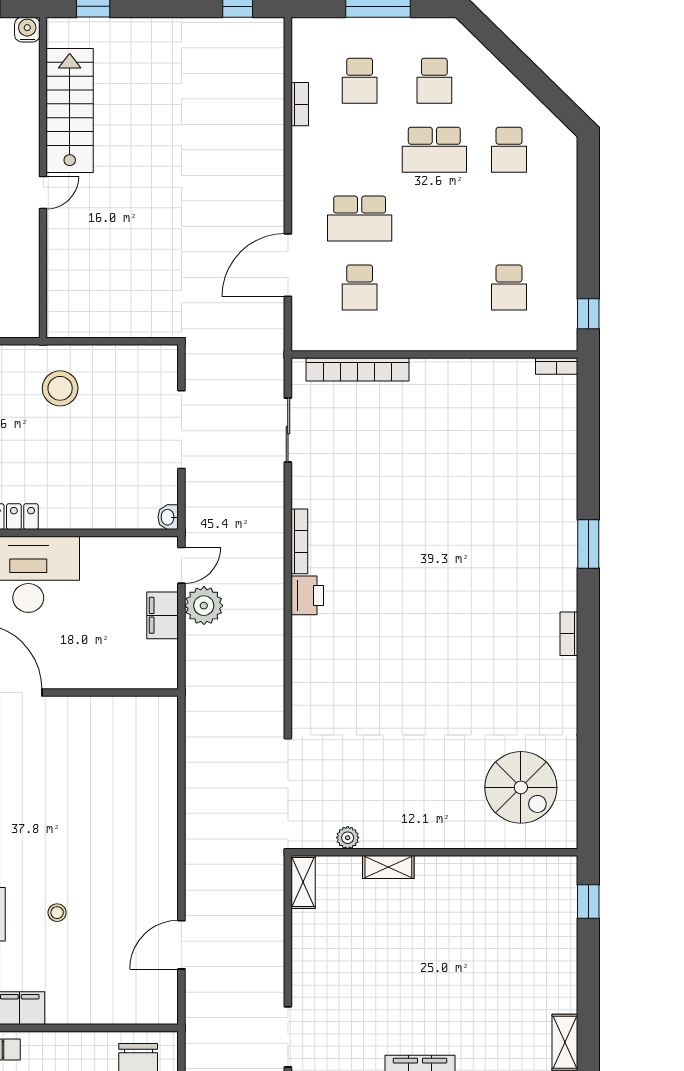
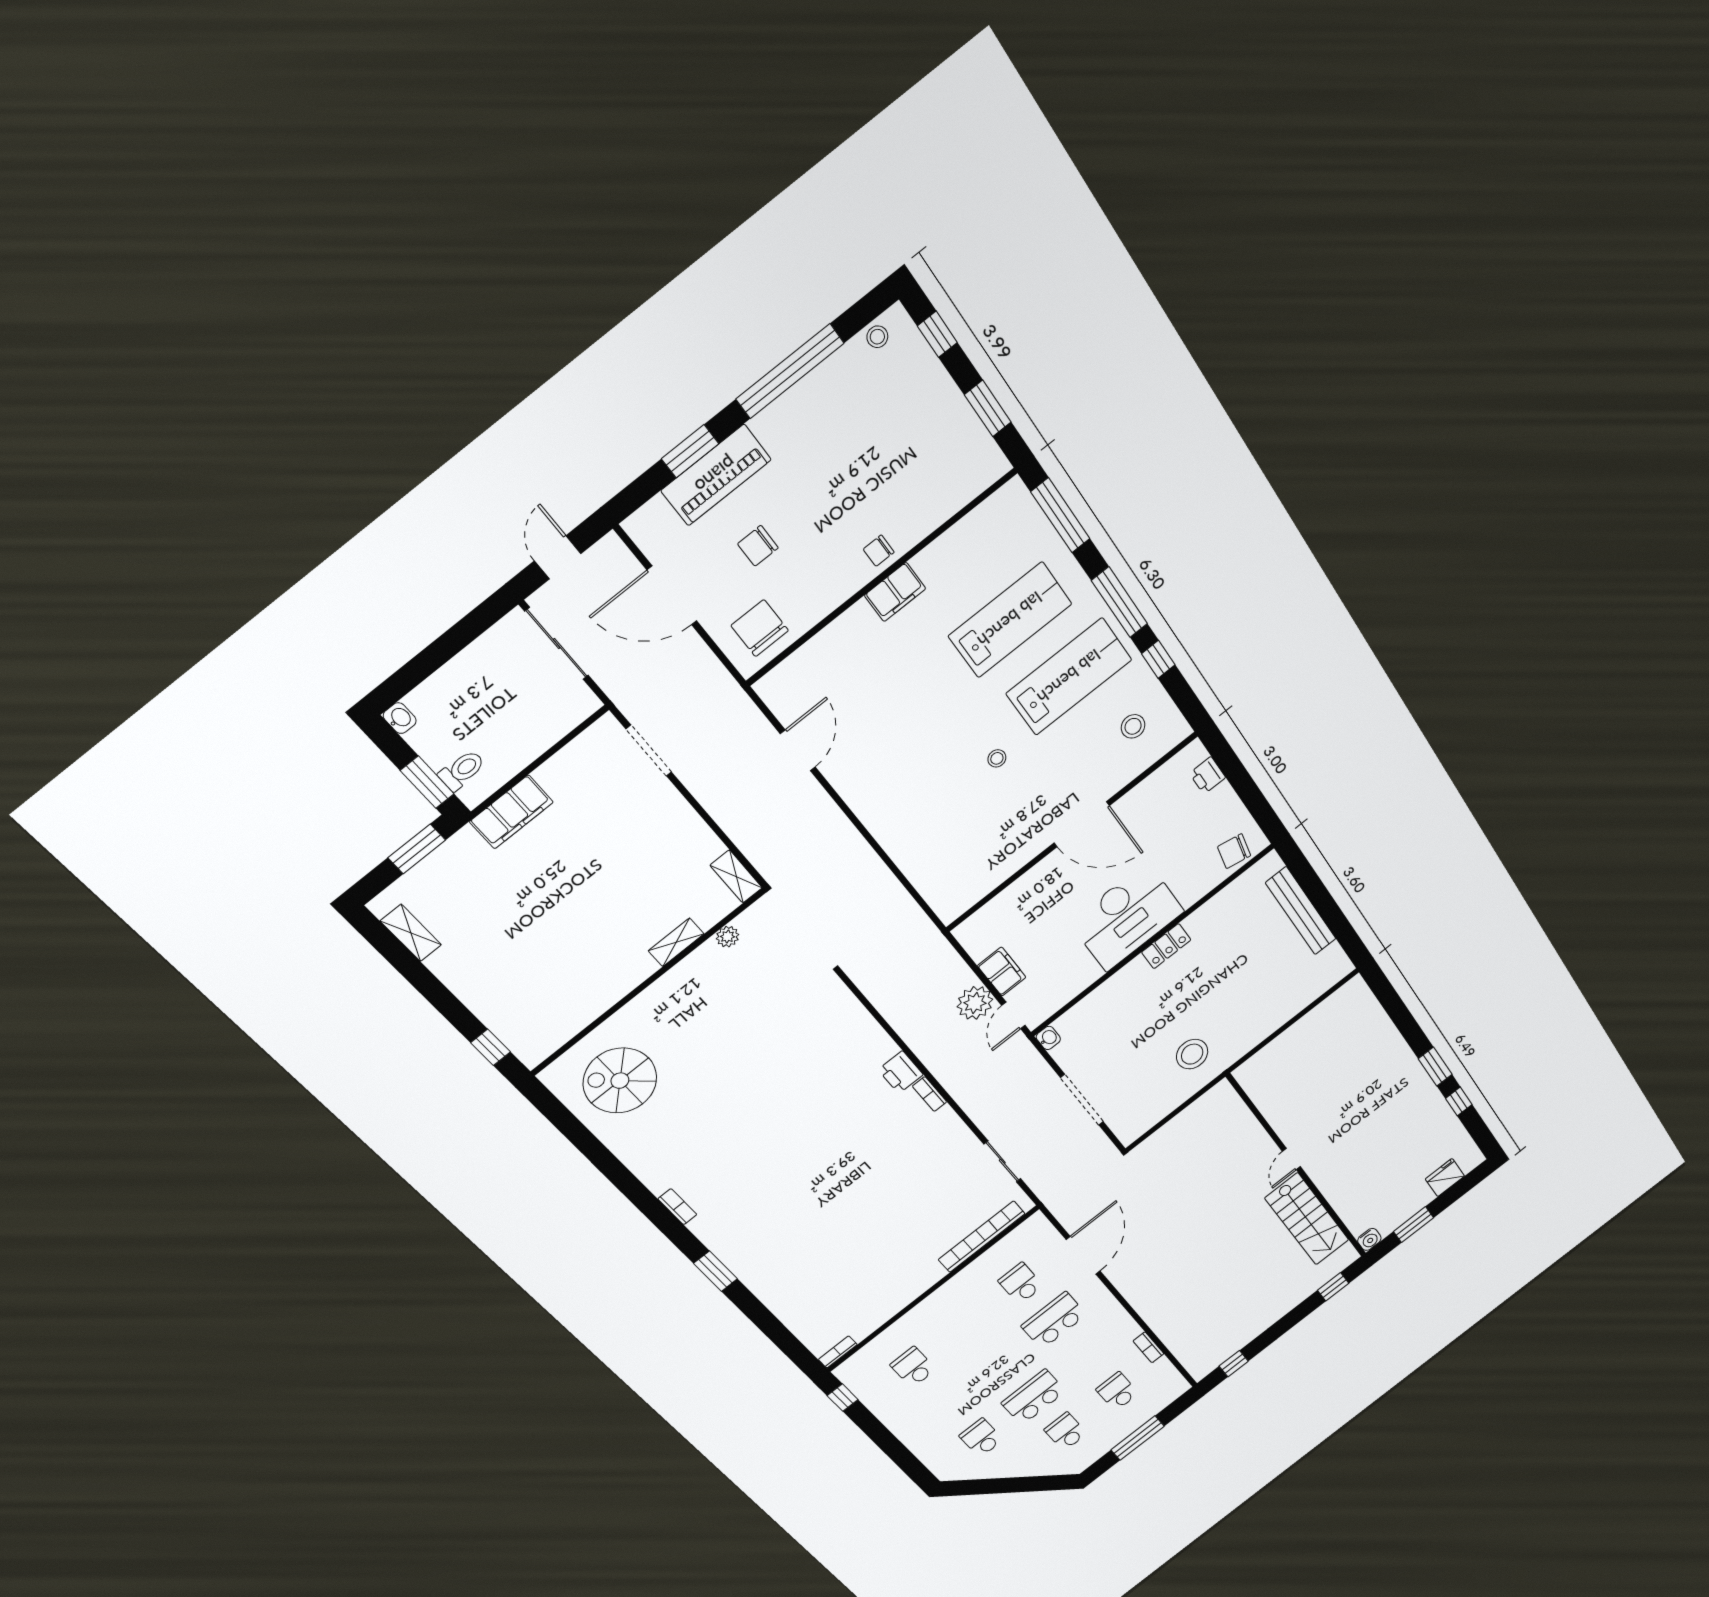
bookcase: (299, 541) -> (930, 1094), width x0.64
stool: (57, 913) -> (997, 758), moved

